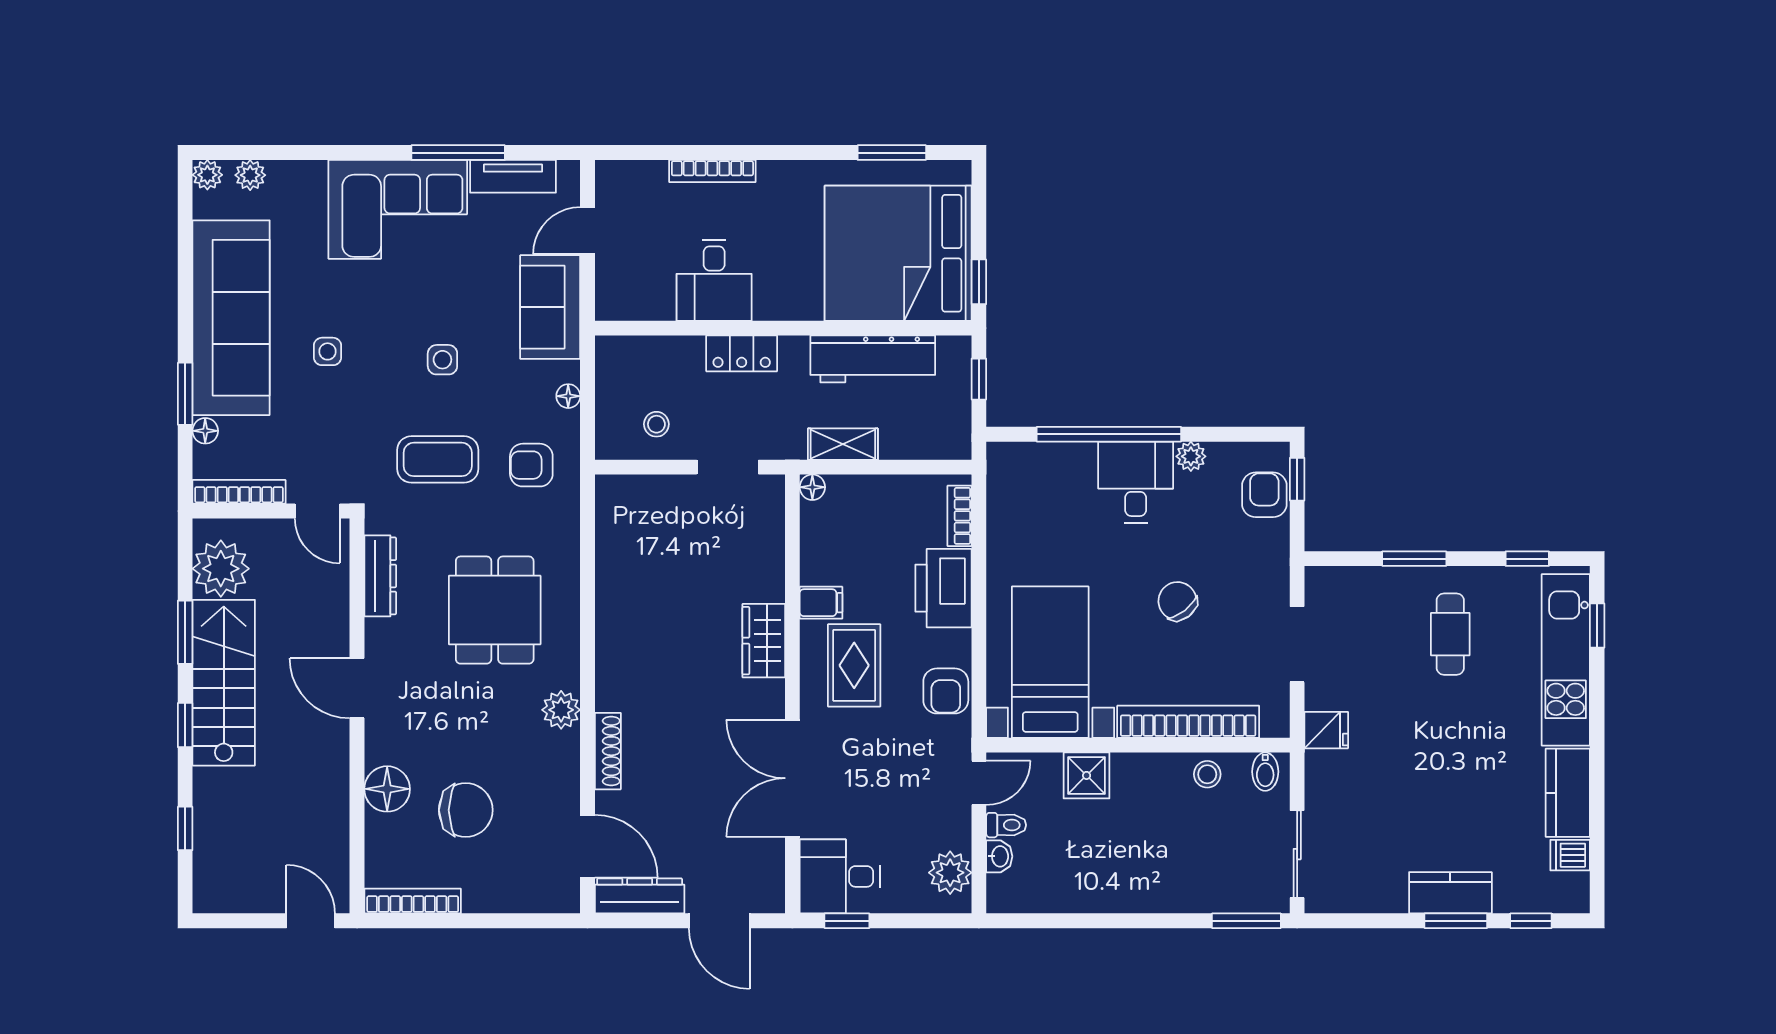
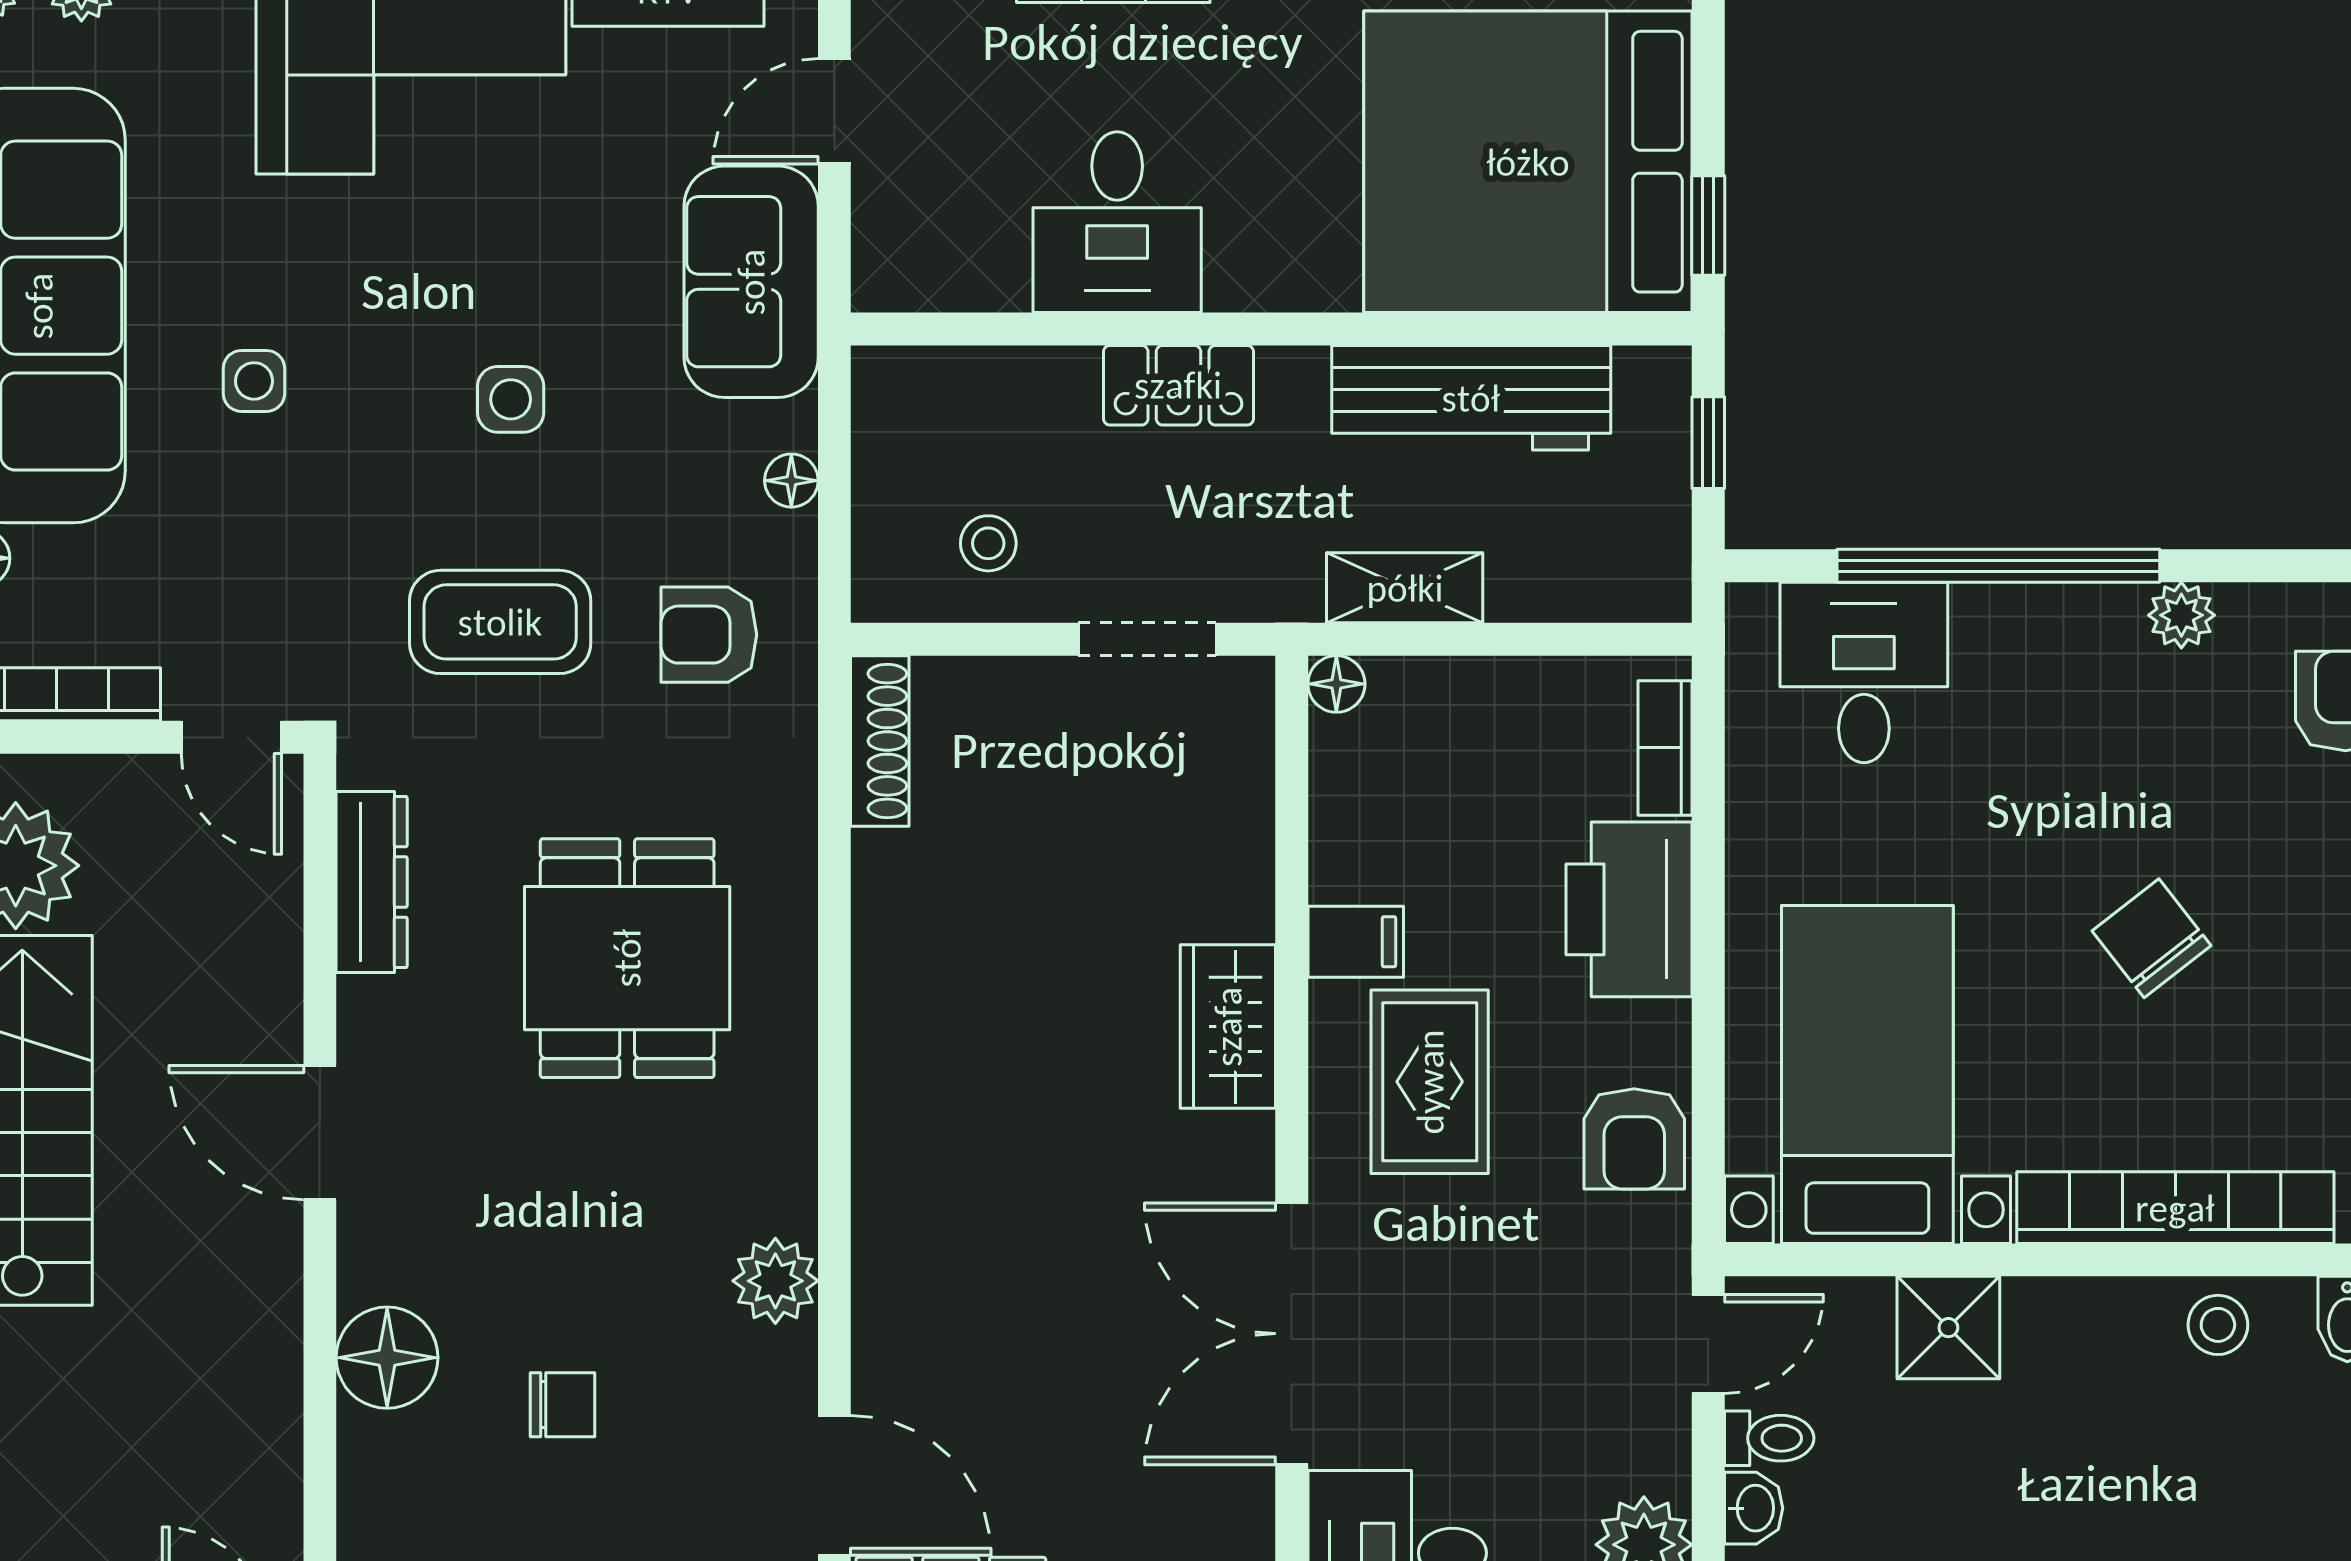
desk: (1136, 482) -> (1864, 672), moved
plant: (561, 710) -> (775, 1281), moved
shoe rack: (608, 751) -> (880, 741), moved
chair: (466, 810) -> (563, 1405), width x0.54, depth x0.54

